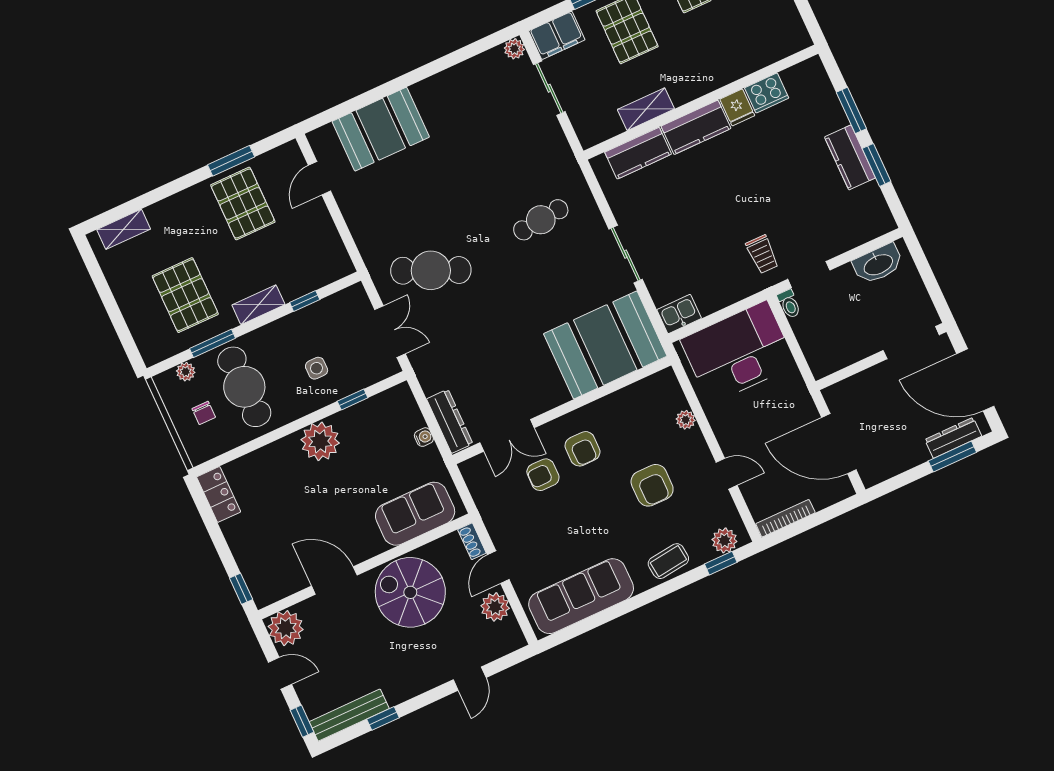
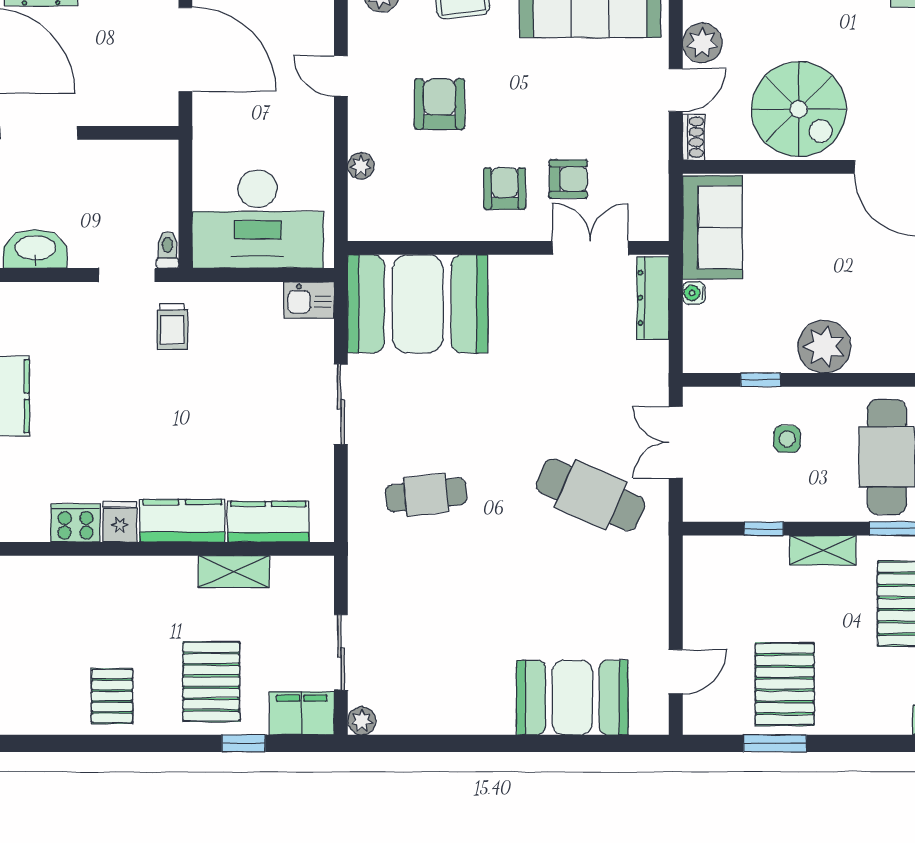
trolley: (762, 254) -> (172, 327), turned 180
sofa: (415, 514) -> (712, 227), moved, turned -90

